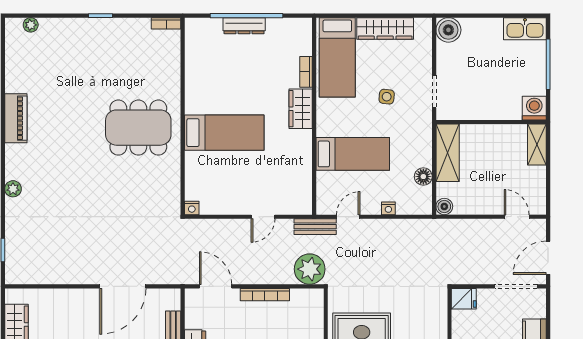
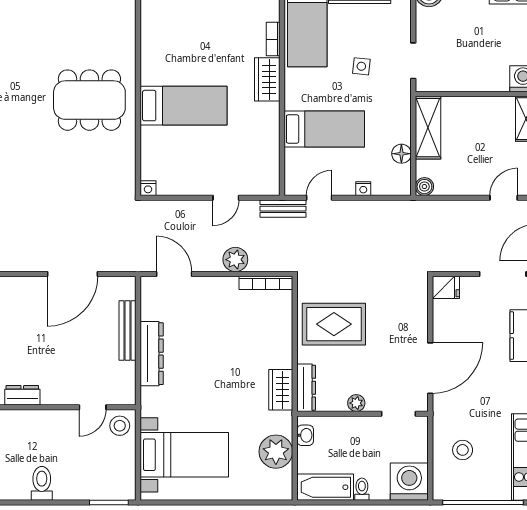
door: (517, 217) -> (504, 198), hinge flipped
plant: (310, 269) -> (235, 260), moved, width x0.73, depth x0.73
bookcase: (265, 295) -> (266, 283), moved

